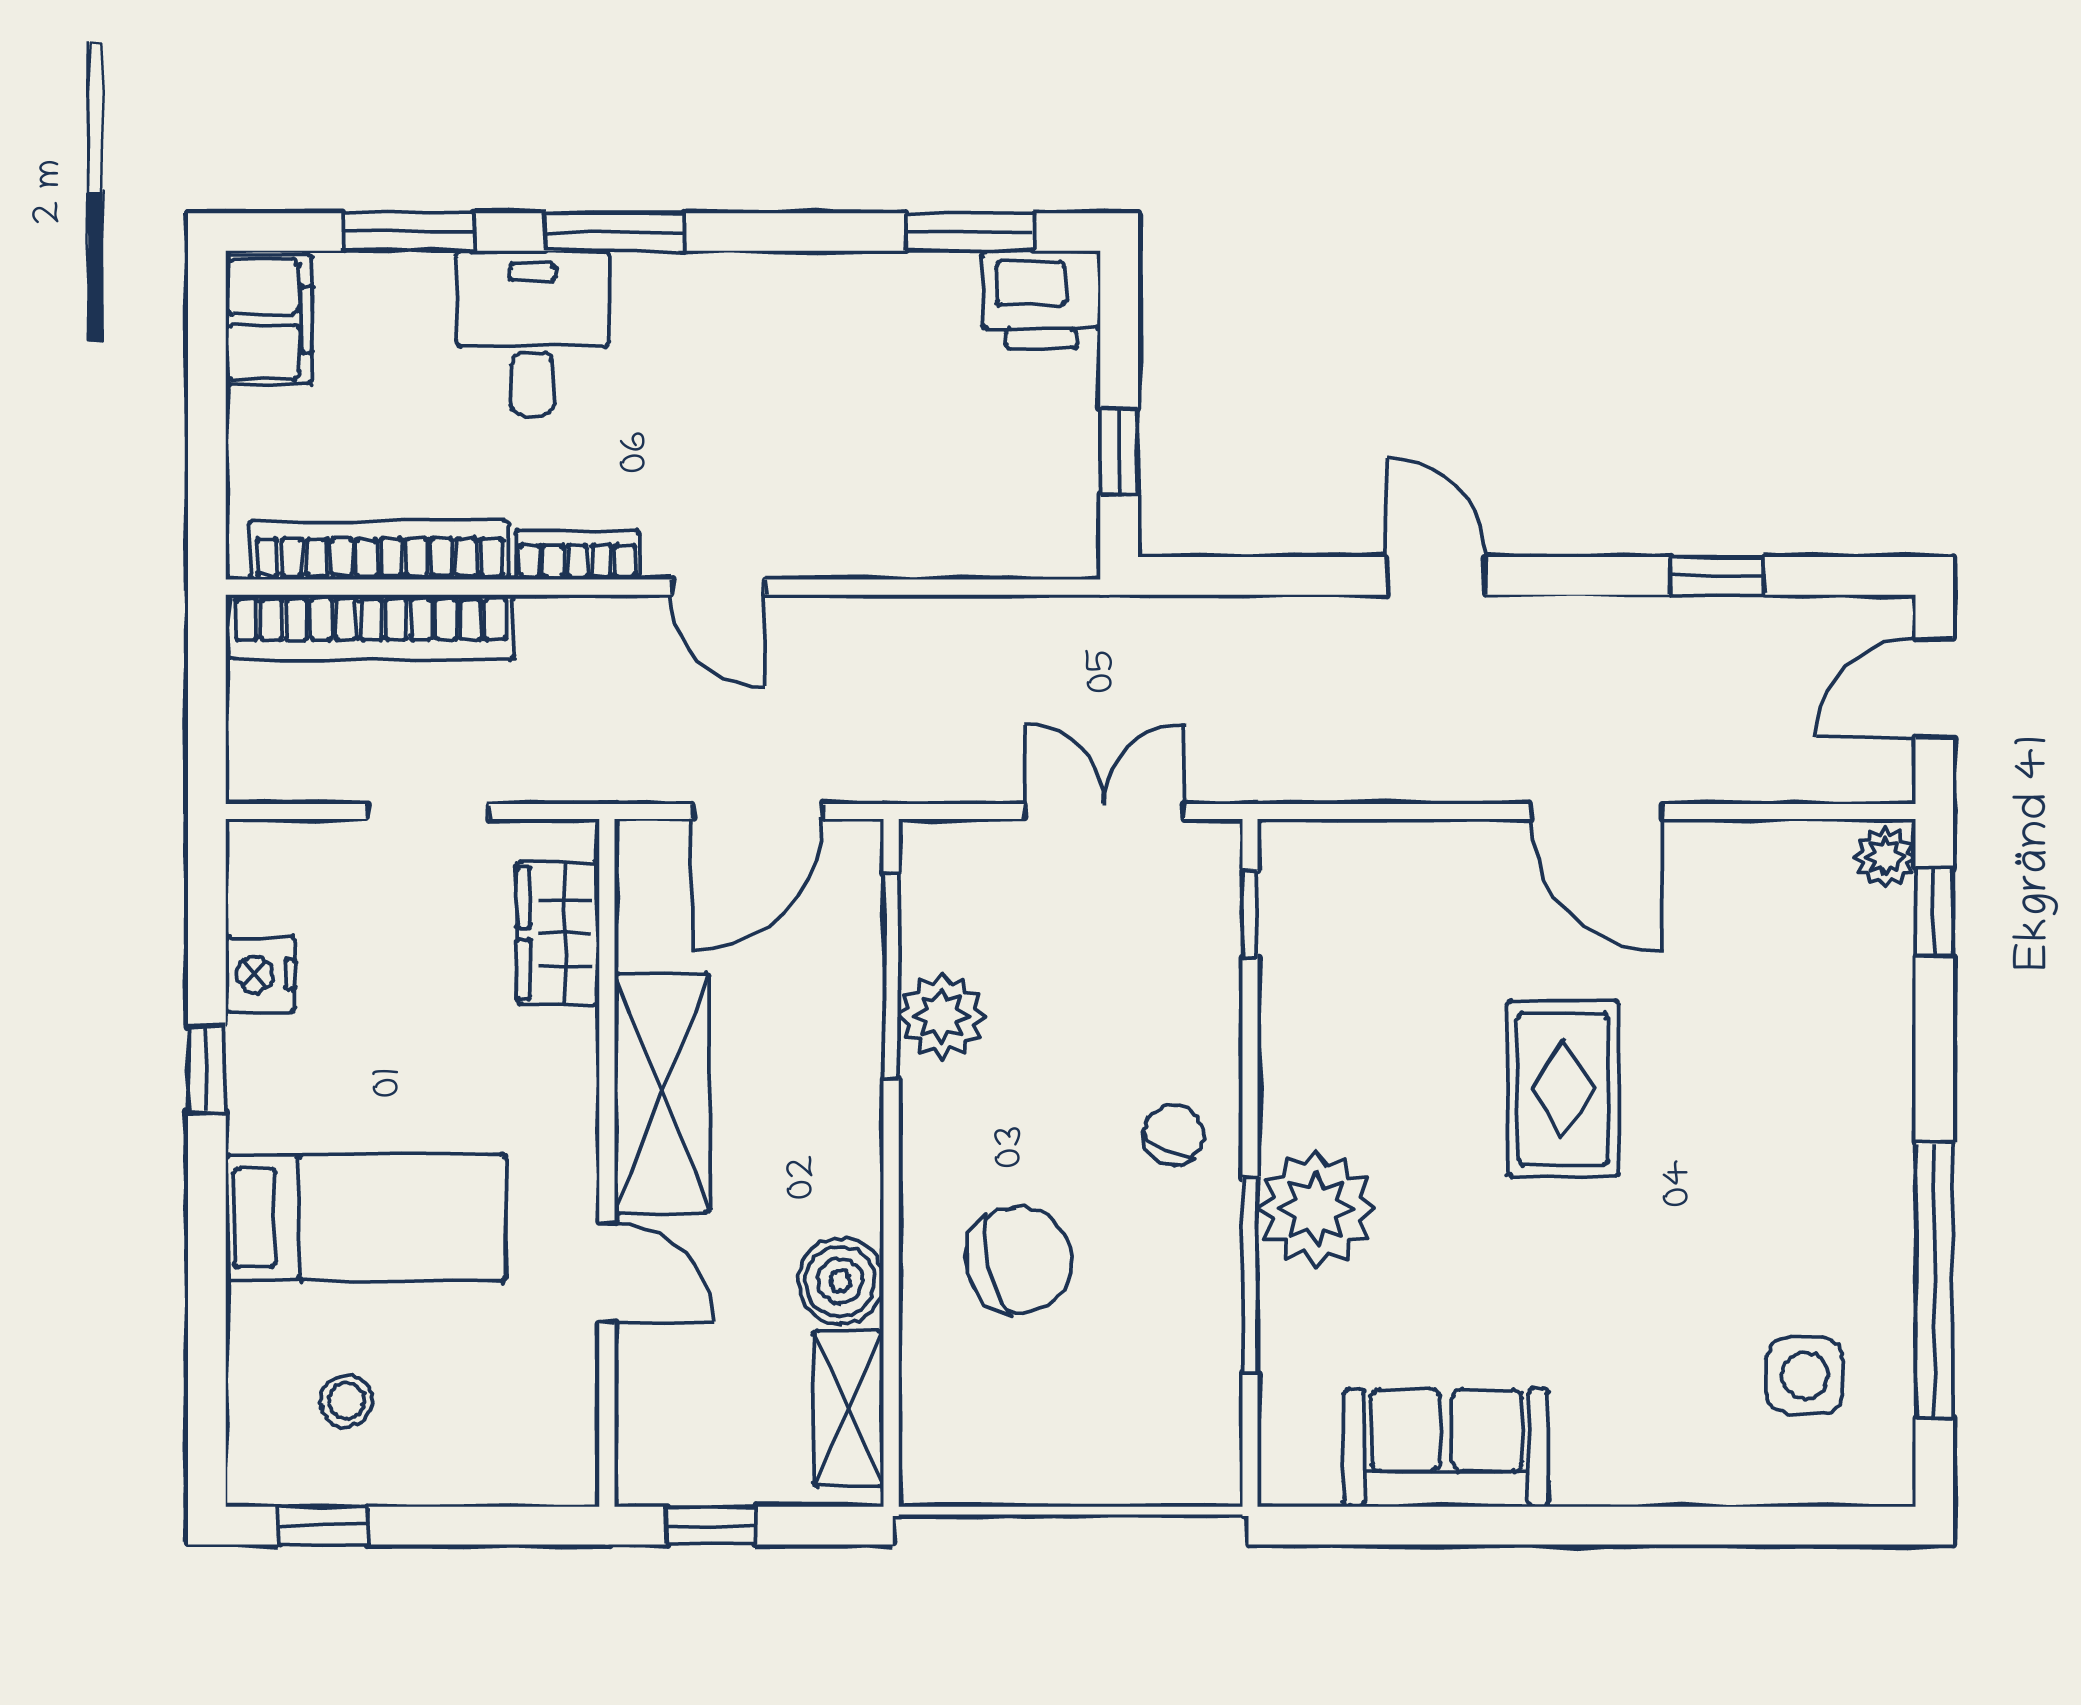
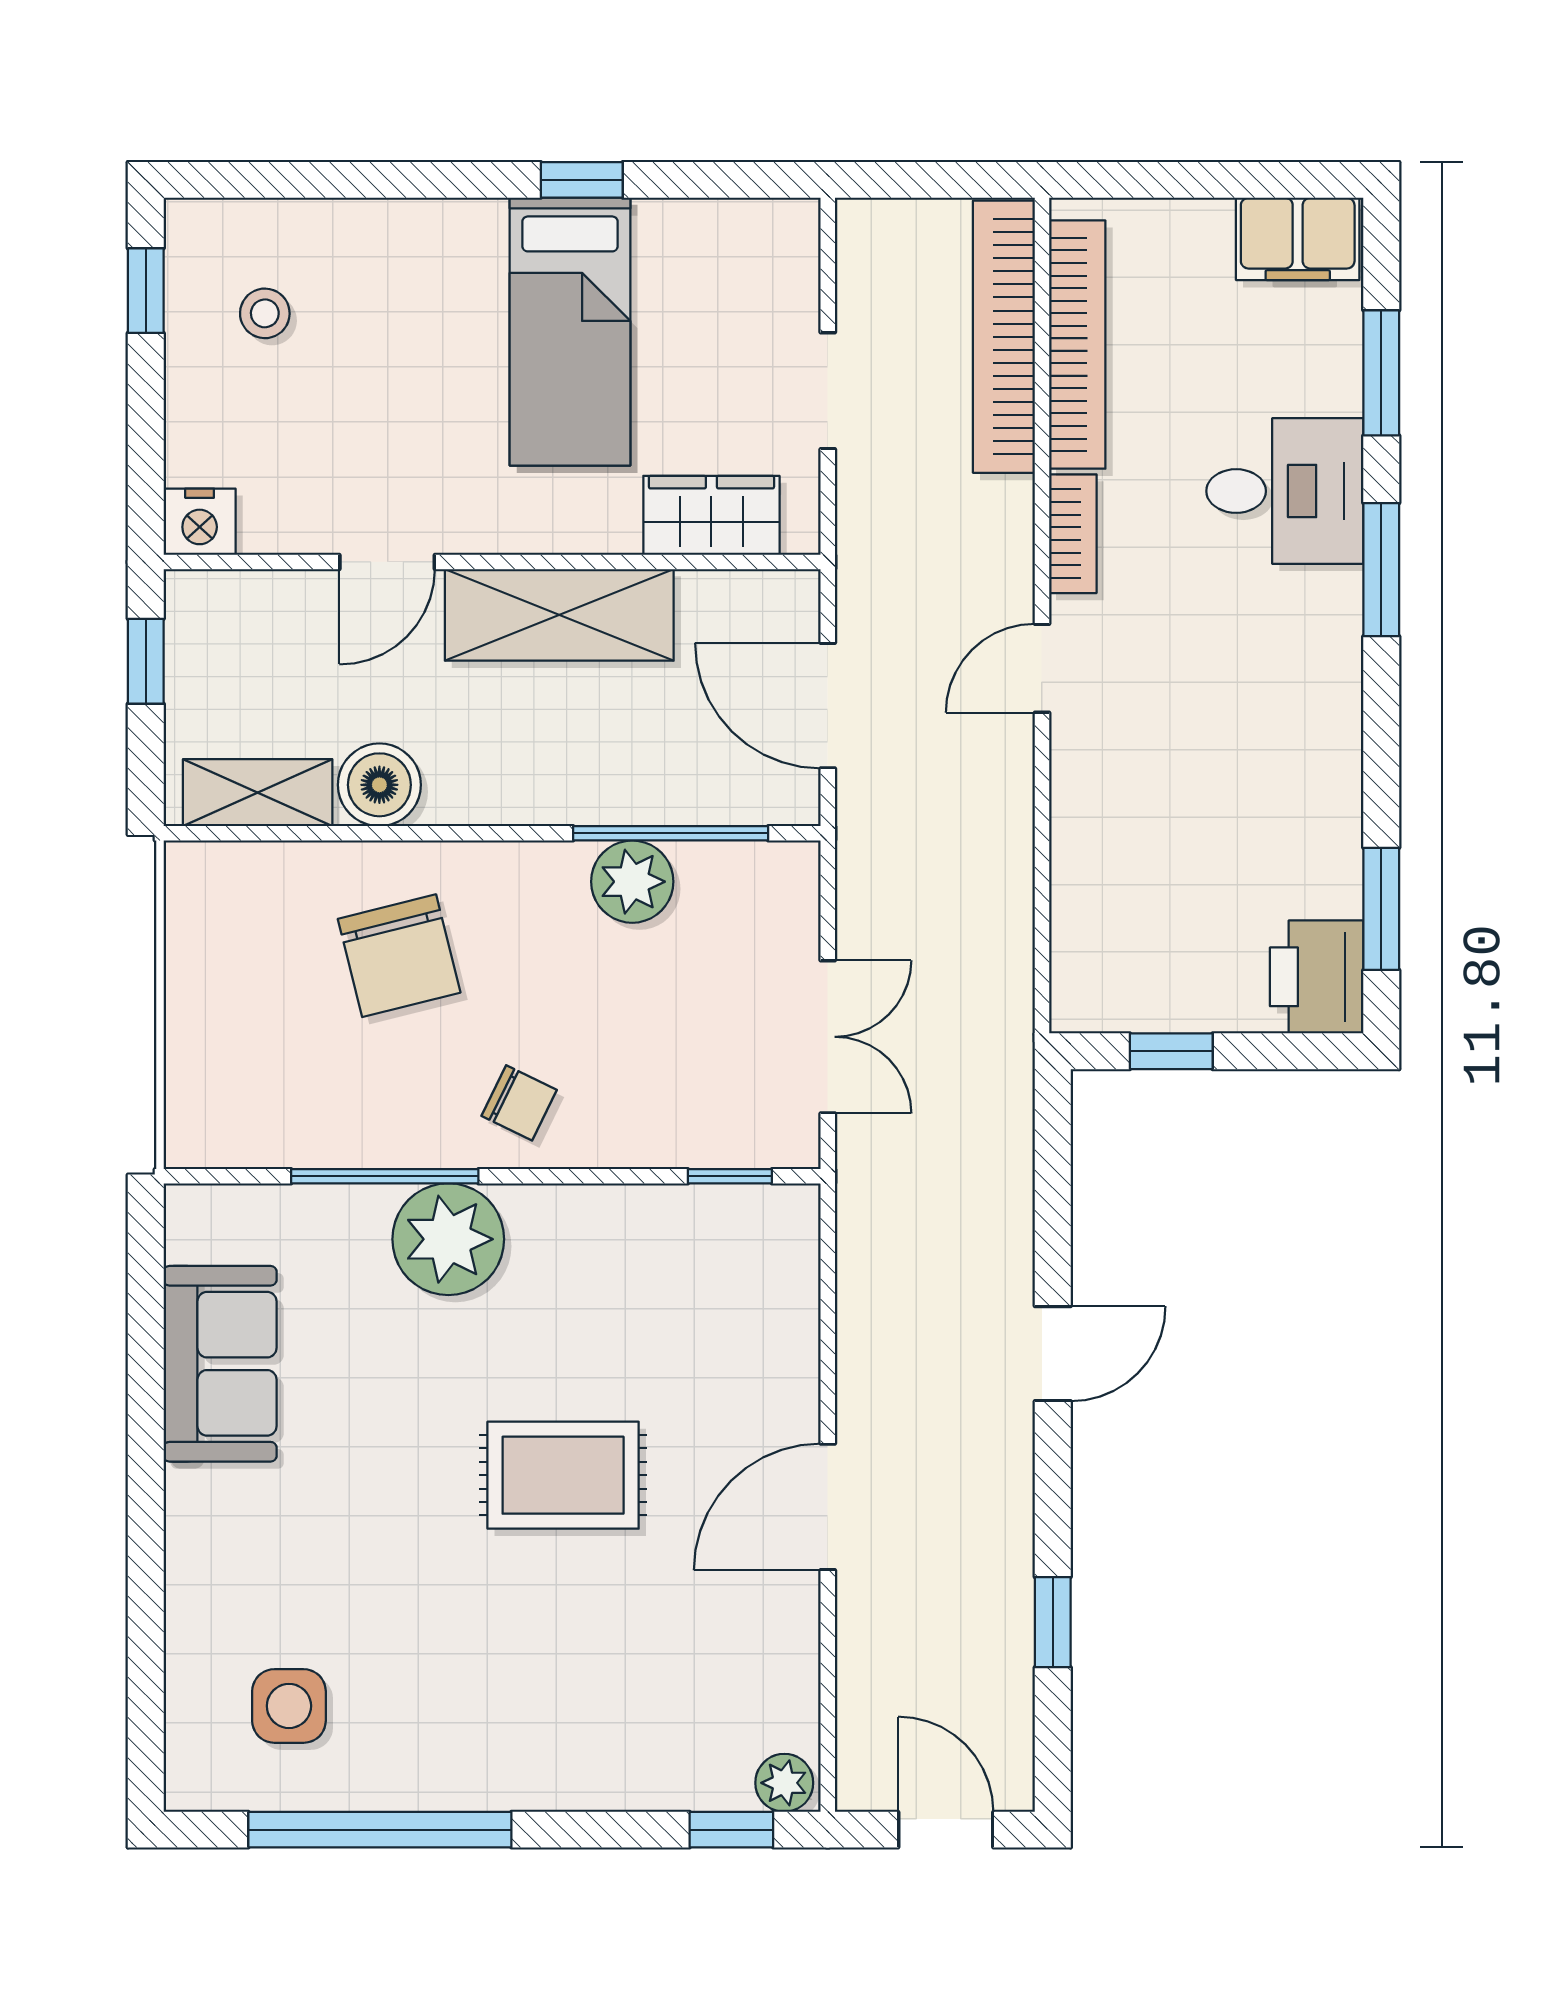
nightstand: (260, 974) -> (200, 522), moved, turned 180
bed: (366, 1218) -> (570, 332), moved

